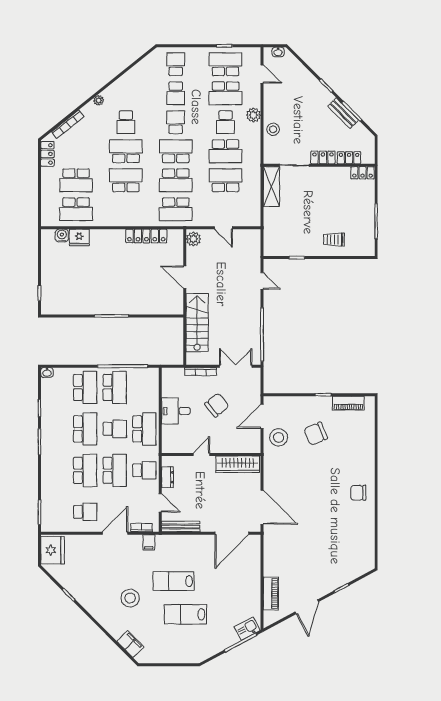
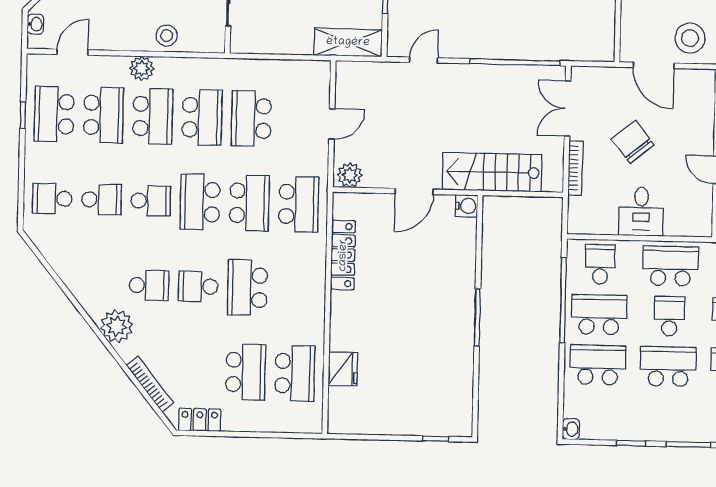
plant: (99, 100) -> (117, 326), width x1.88, depth x1.88
school desk: (176, 122) -> (151, 201), turned 180
school desk: (225, 122) -> (153, 116), width x1.85
school desk: (126, 151) -> (198, 286), width x0.54
shelving: (271, 187) -> (348, 42), moved
water cooler: (62, 236) -> (467, 206), moved, turned 180
school desk: (144, 387) -> (600, 264), added

